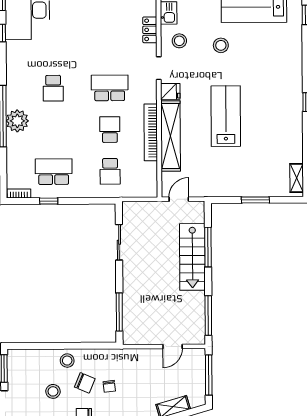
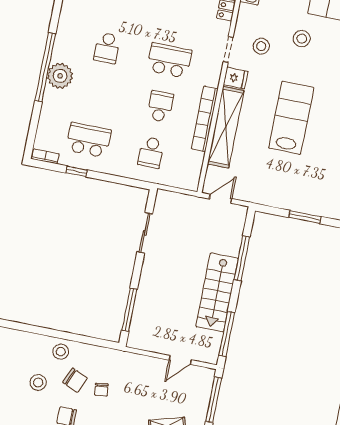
stool: (179, 41) -> (261, 46), moved
stairs: (192, 257) -> (217, 292), moved

